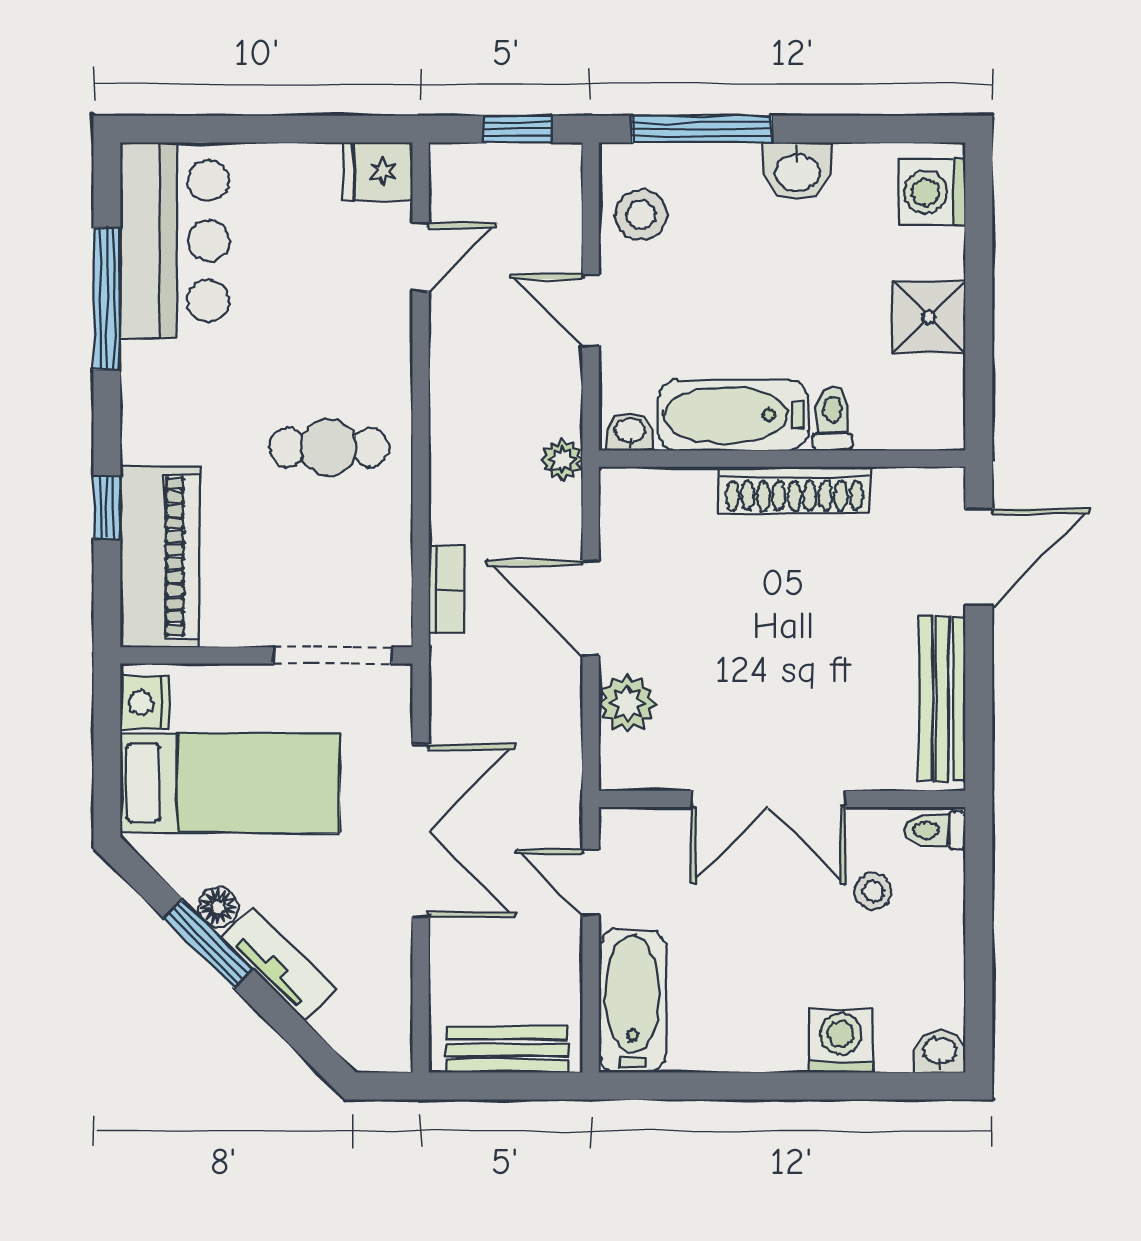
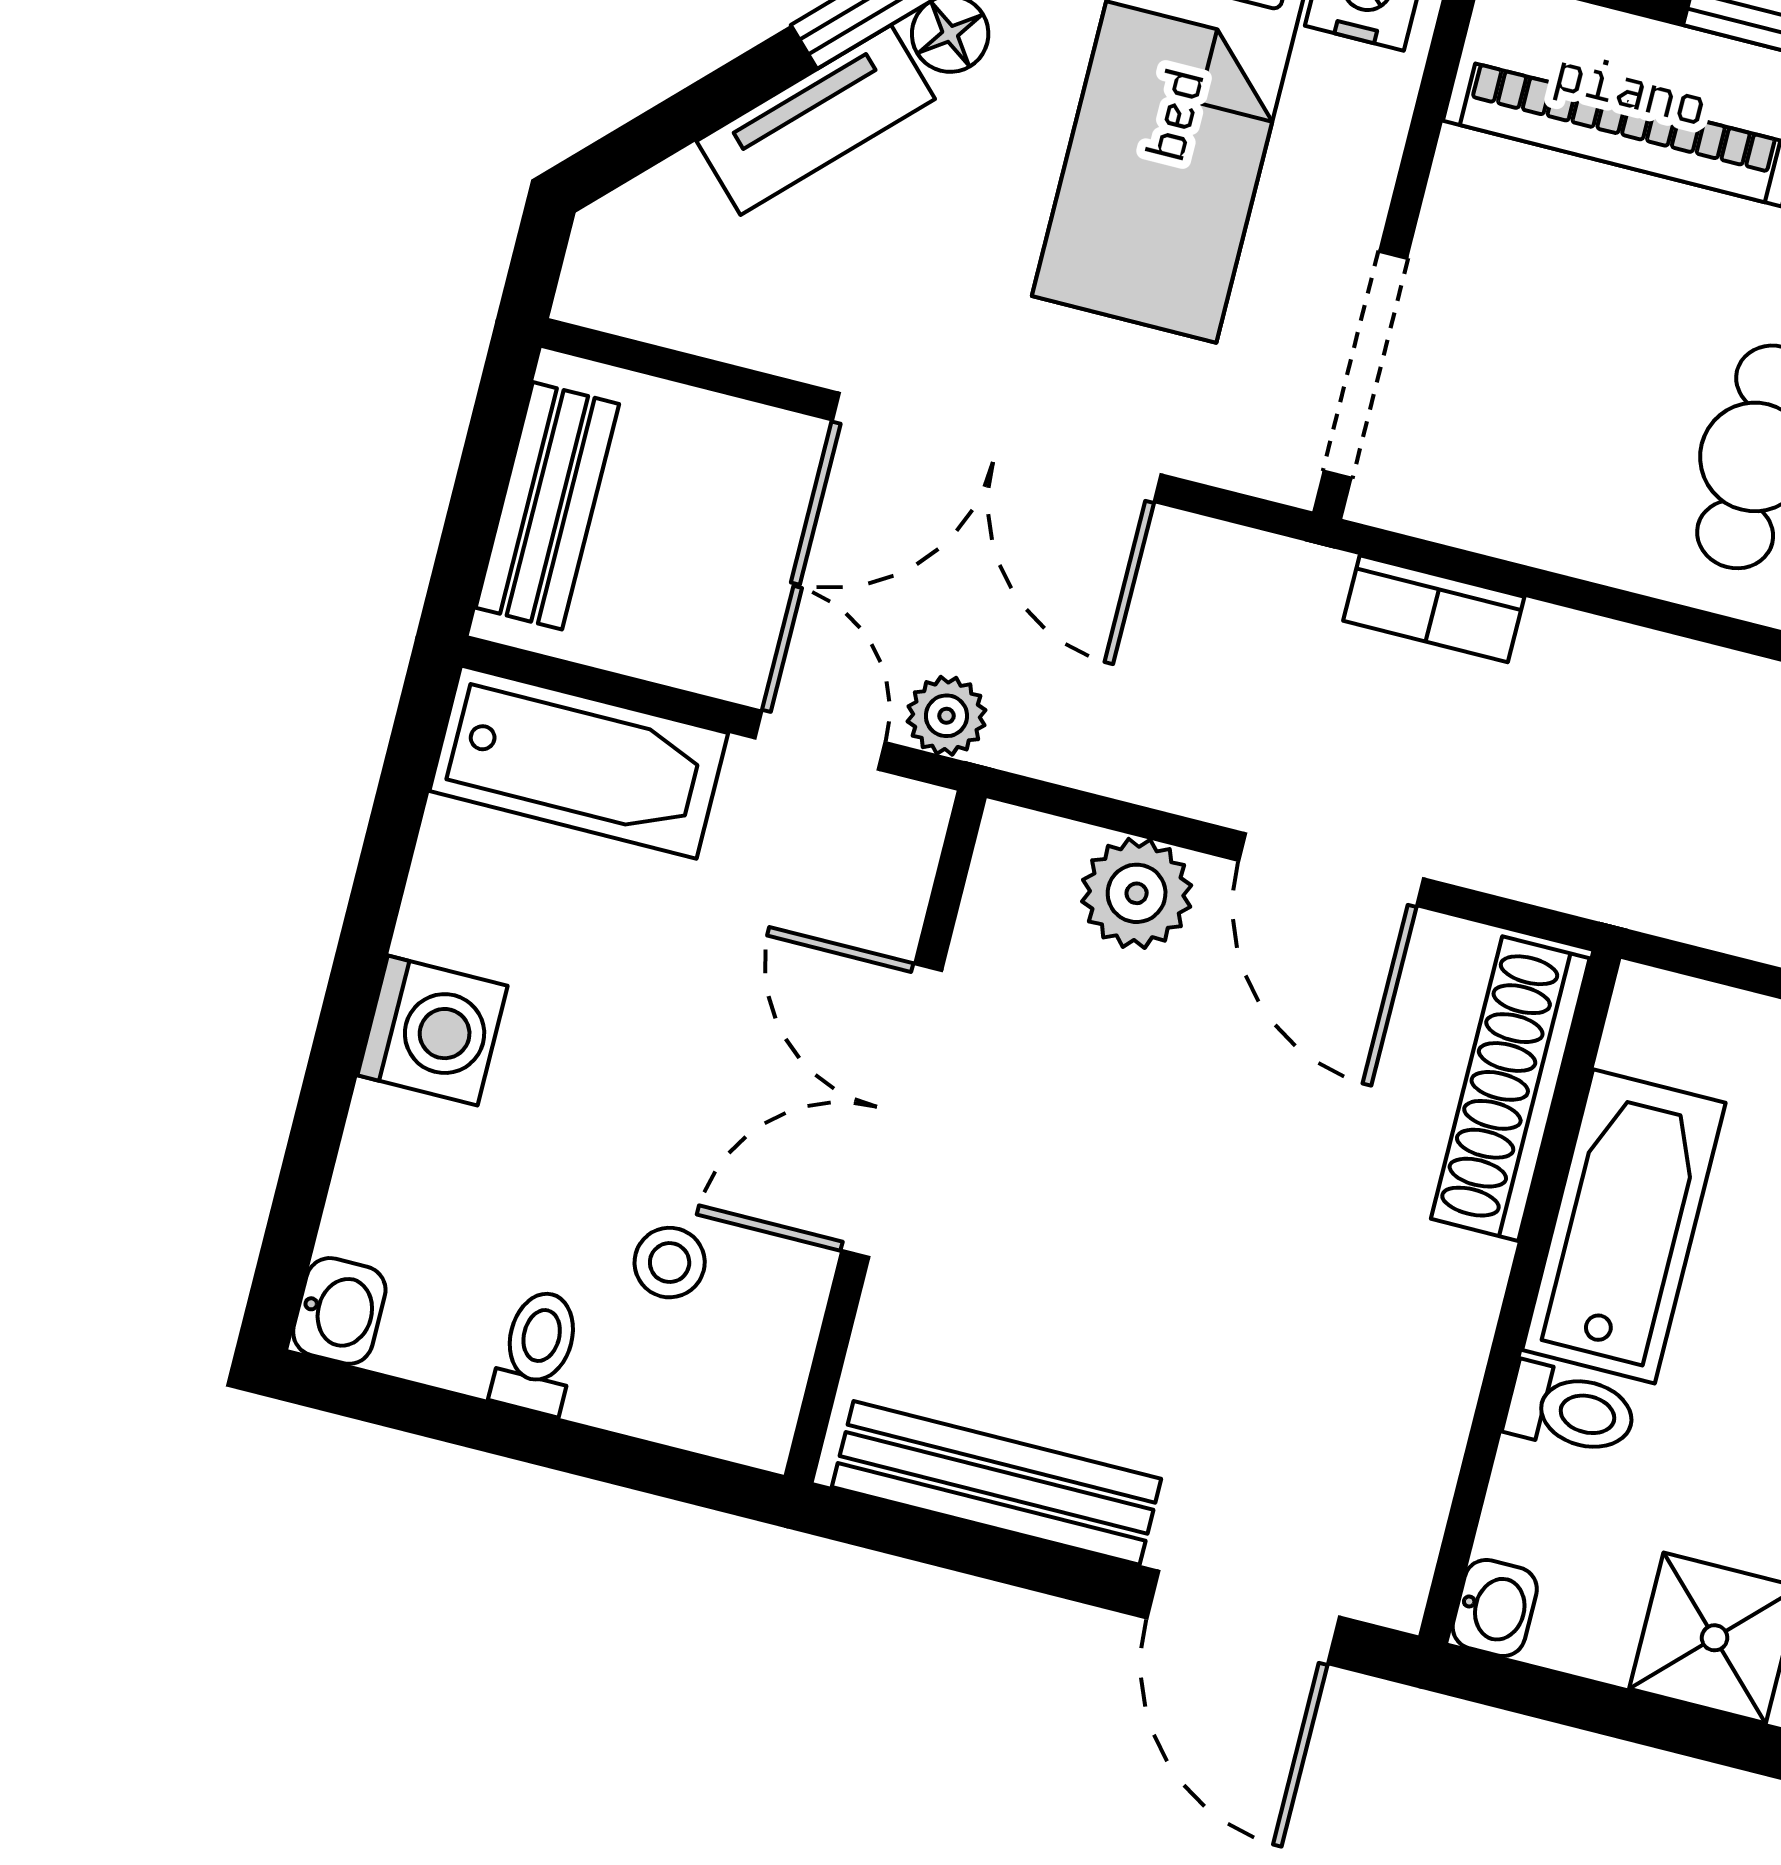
washbasin: (630, 432) -> (1495, 1608), moved
plant: (562, 460) -> (946, 716), moved
shoe rack: (794, 490) -> (1510, 1089), moved
door: (591, 608) -> (1331, 870), swing flipped
toilet: (935, 830) -> (538, 1352), moved
door: (591, 882) -> (820, 740), hinge flipped
washing machine: (841, 1041) -> (433, 1031), moved

